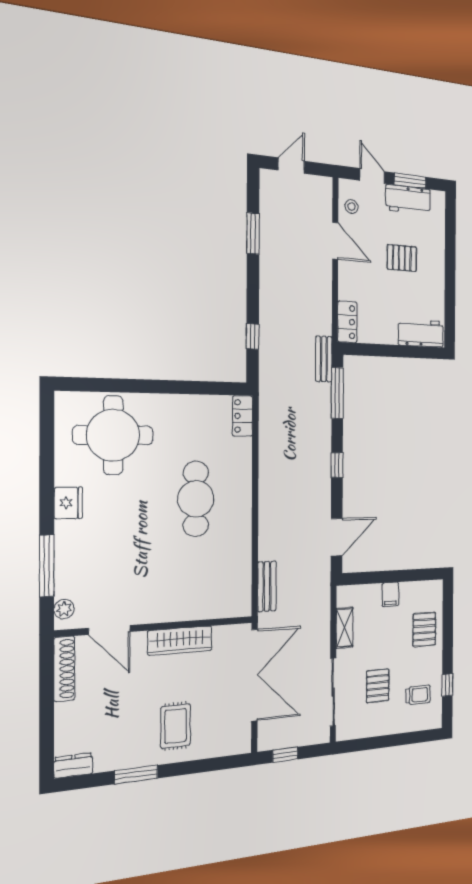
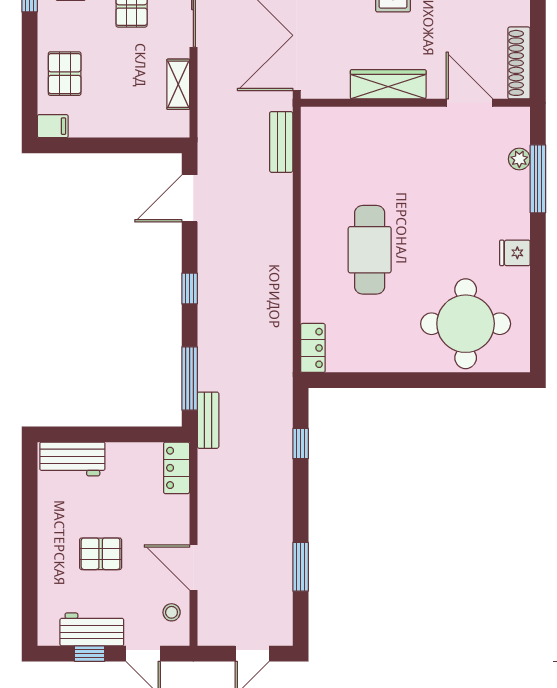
window: (410, 181) -> (90, 654), width x0.67
fridge: (68, 503) -> (515, 253), width x0.72
filing cabinet: (390, 594) -> (53, 126), moved, turned 90
plant: (64, 609) -> (519, 159), moved

